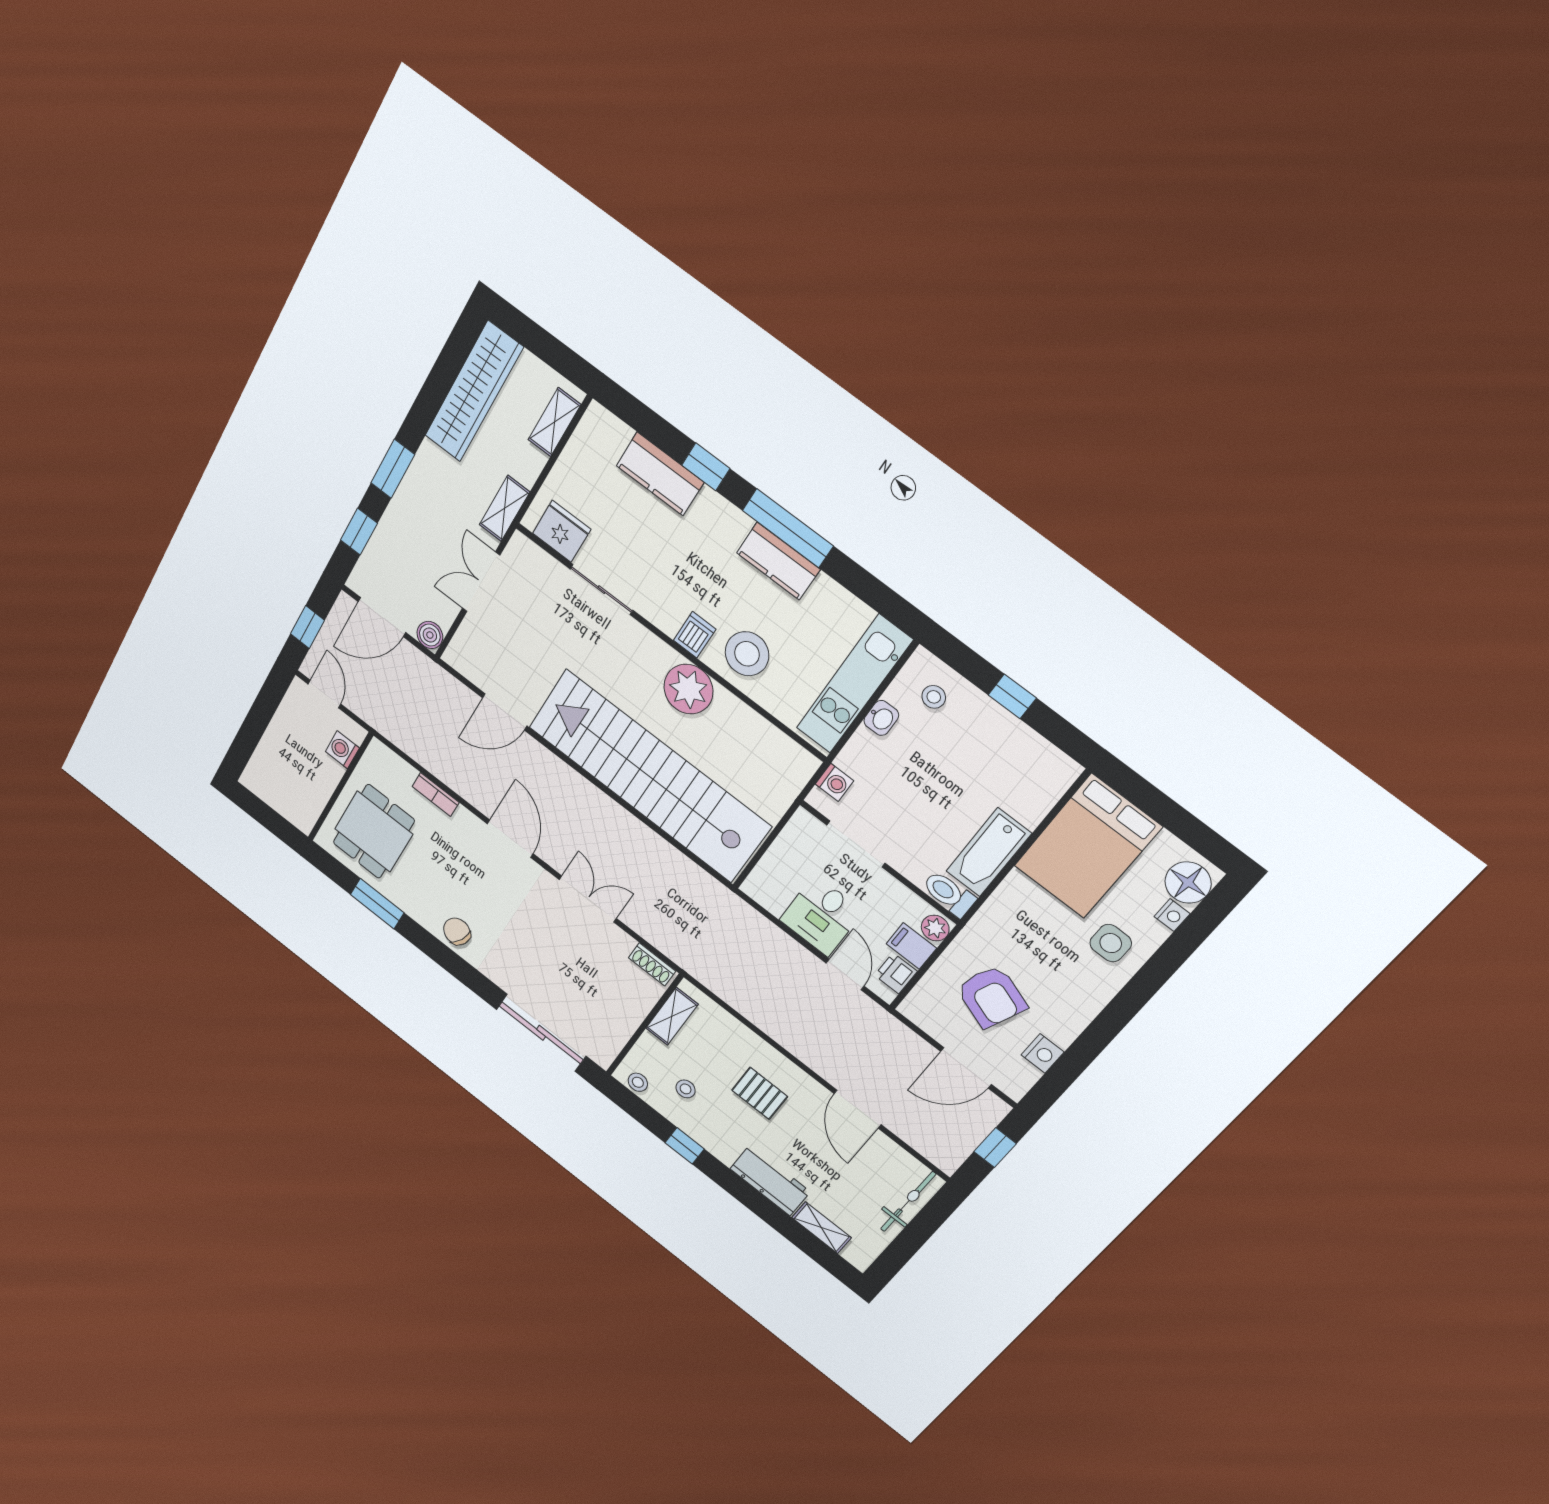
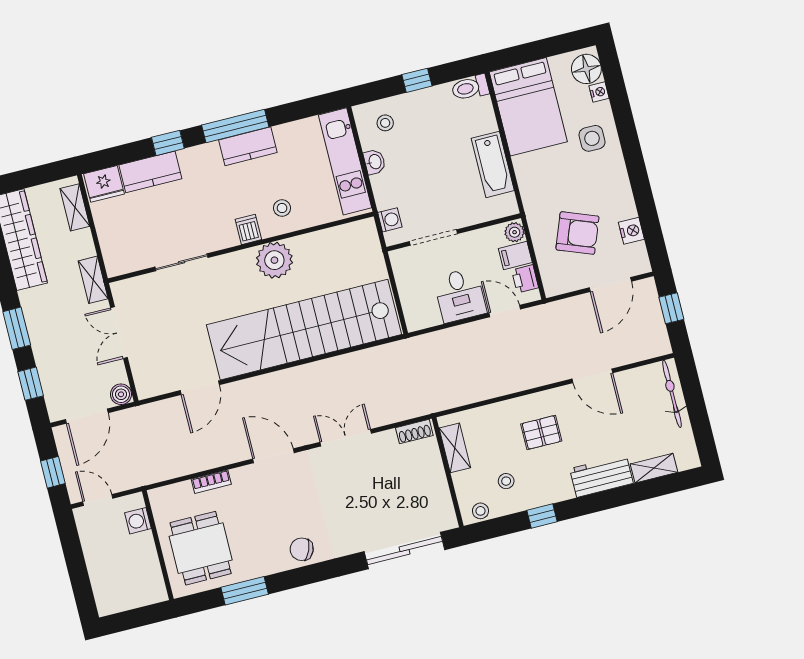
fridge: (562, 531) -> (104, 184), moved, turned 180
stool: (747, 654) -> (282, 208), width x0.53, depth x0.53
toilet: (949, 894) -> (470, 88), moved

